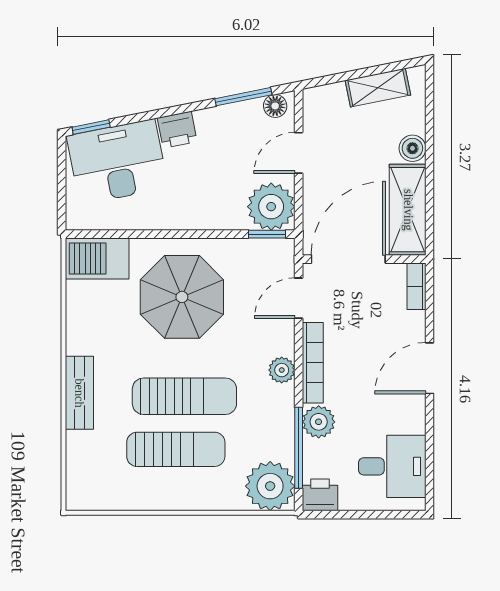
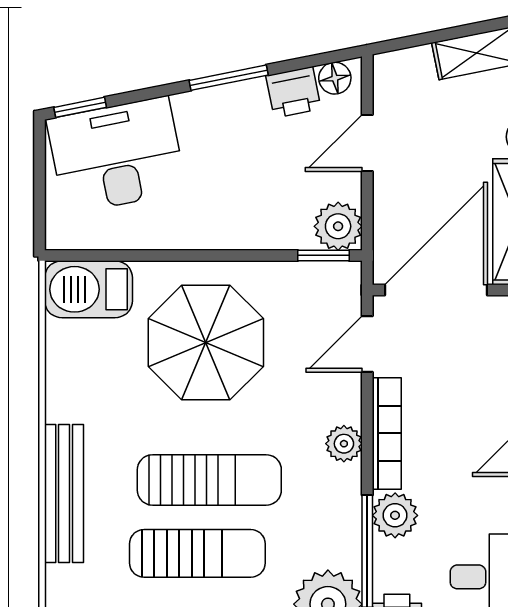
window: (243, 97) -> (229, 78), moved
printer: (177, 130) -> (293, 92), moved
plant: (271, 207) -> (338, 226), width x0.73, depth x0.73
bench: (79, 393) -> (64, 494), width x1.36

